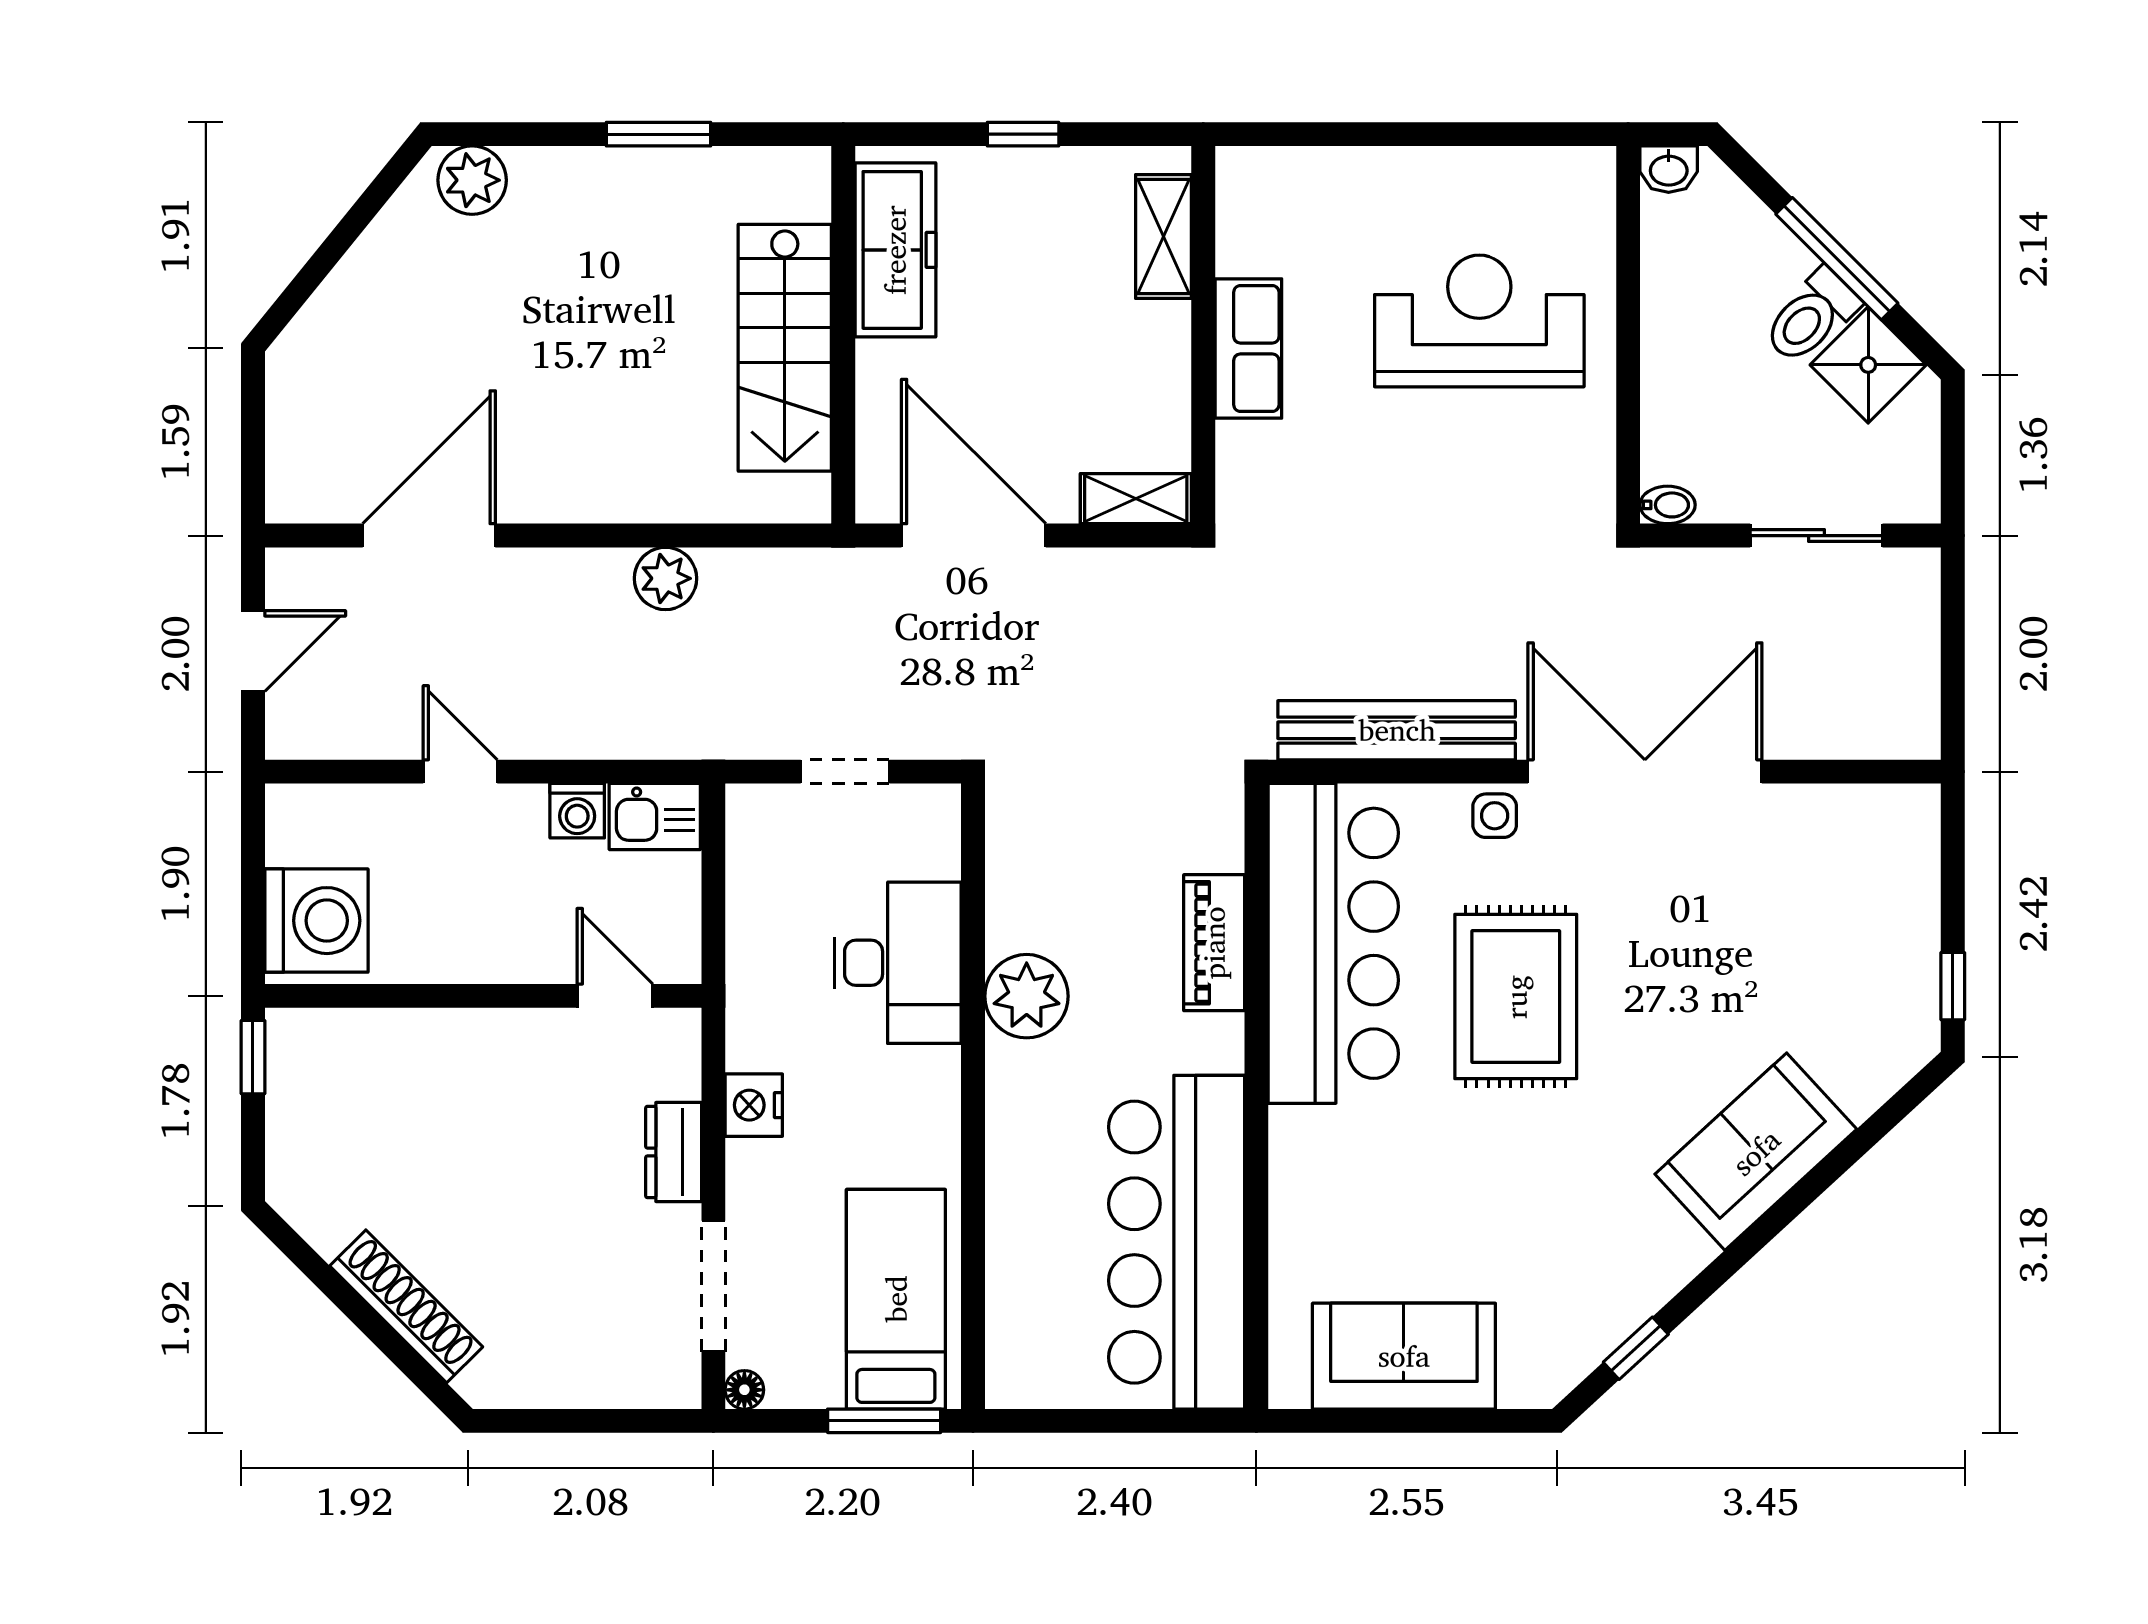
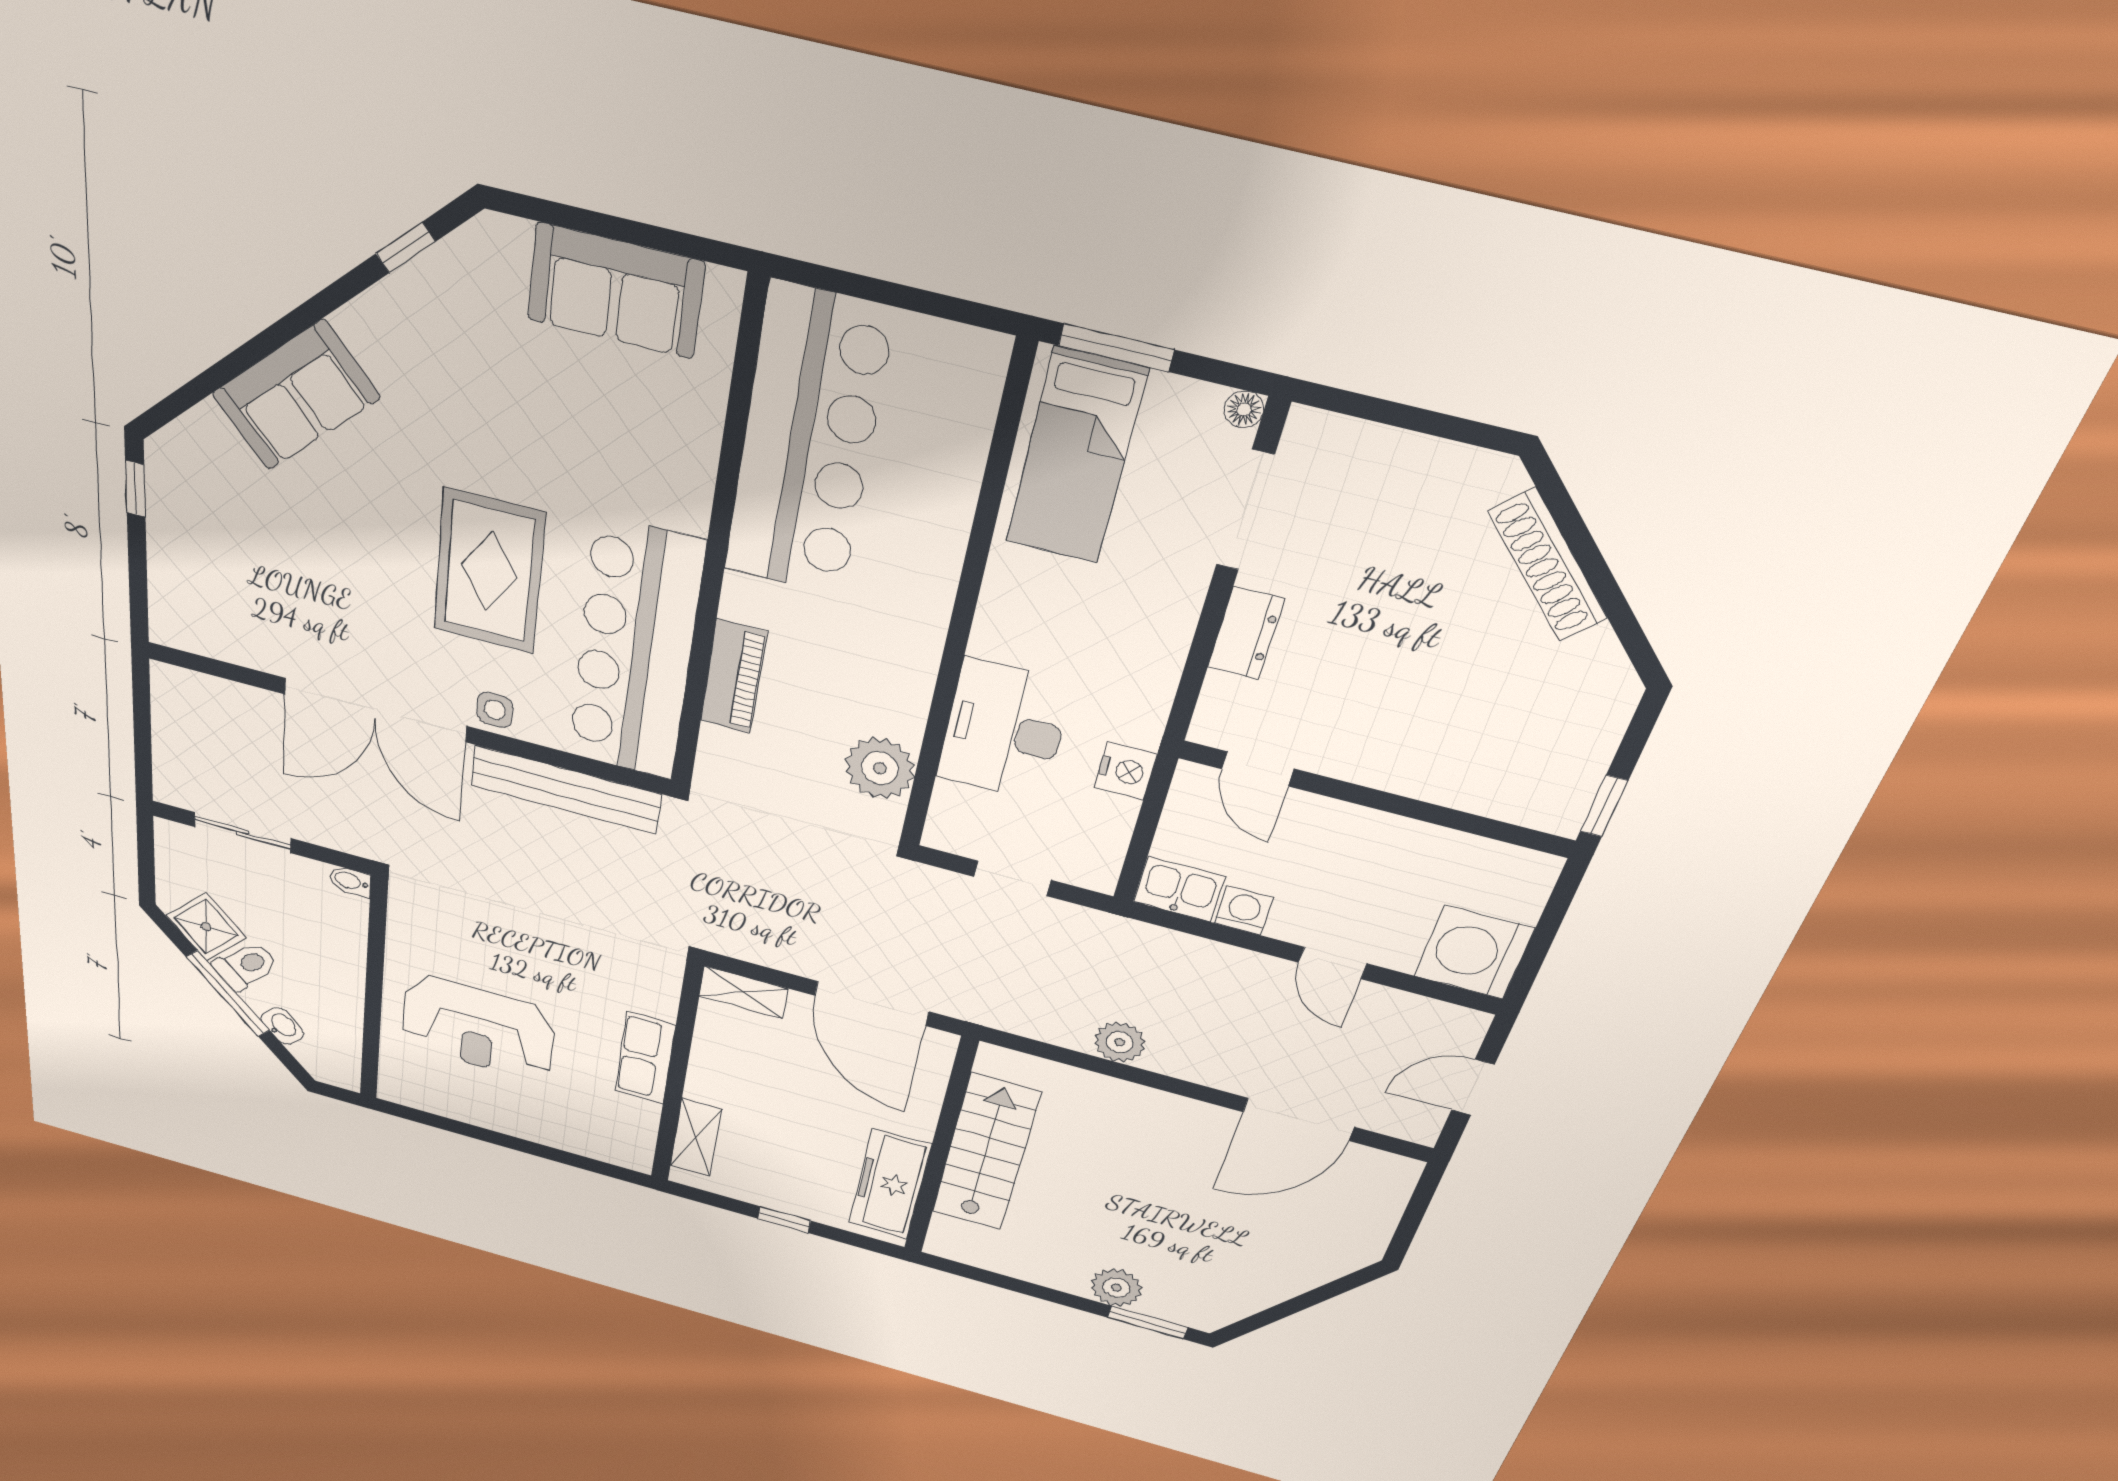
window: (659, 134) -> (1148, 1322), moved
washbasin: (1669, 169) -> (282, 1026), moved, turned 45
plant: (472, 180) -> (1116, 1288), moved
washing machine: (316, 921) -> (1474, 952), moved
plant: (1027, 996) -> (880, 768), moved
nightstand: (754, 1105) -> (1126, 771), moved

